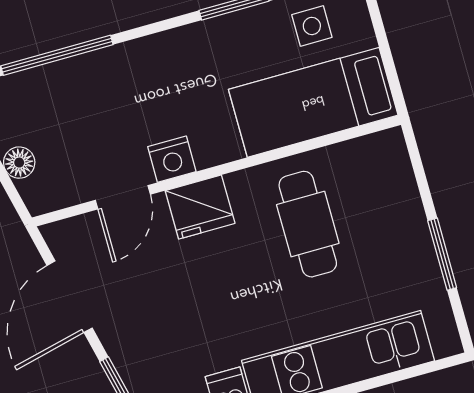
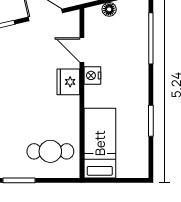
side table: (312, 26) -> (133, 152), removed
cafe table: (308, 224) -> (50, 151), moved

